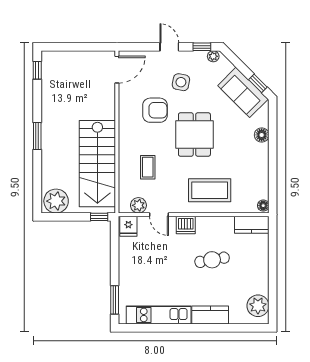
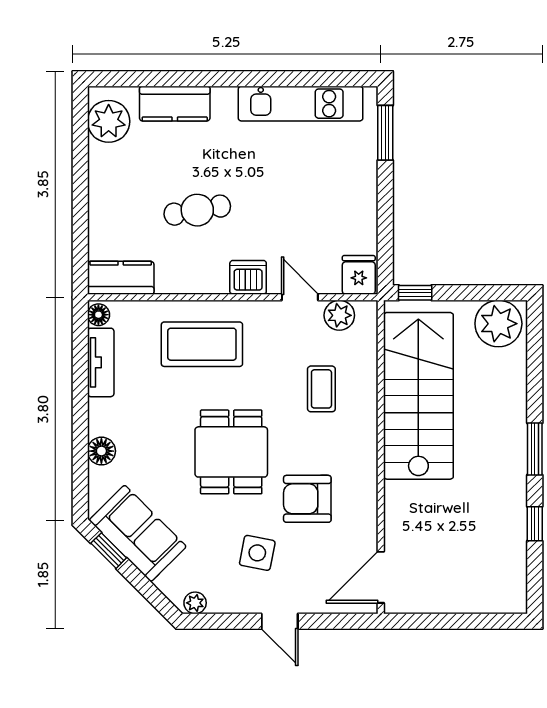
window: (202, 47) -> (217, 621), removed
window: (37, 70) -> (535, 524), moved
tv unit: (262, 181) -> (101, 362), added
kitchen counter: (210, 315) -> (175, 104), moved

